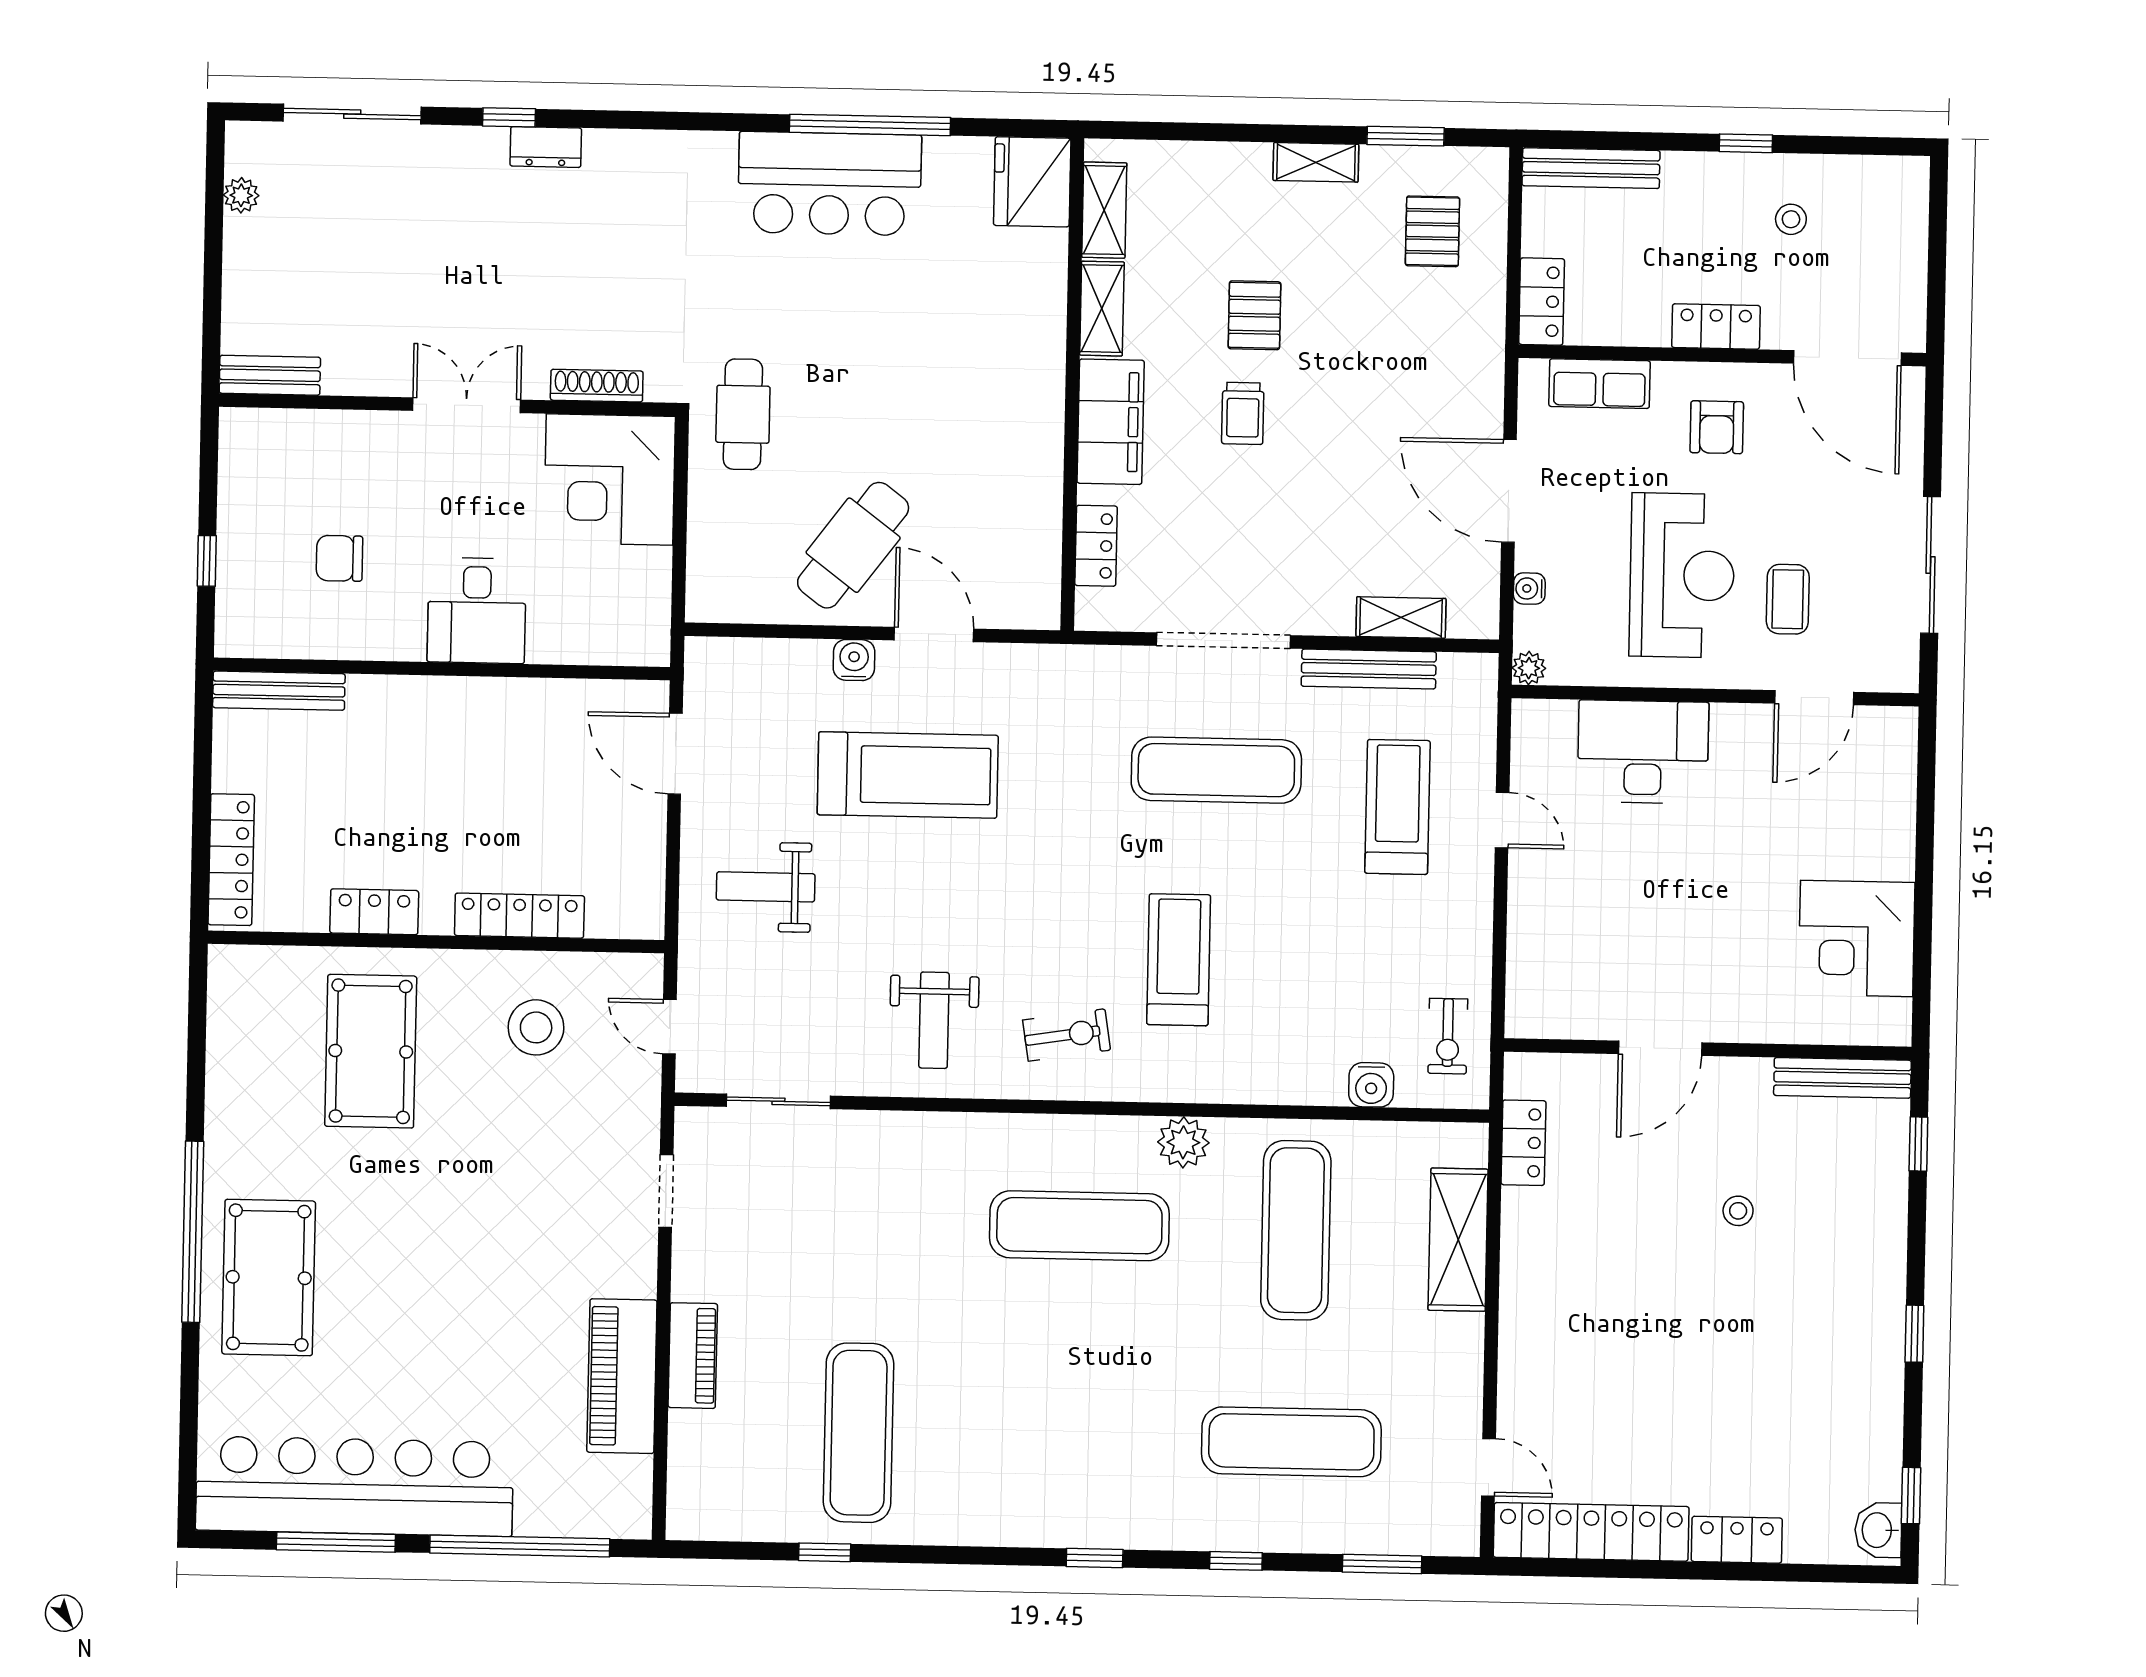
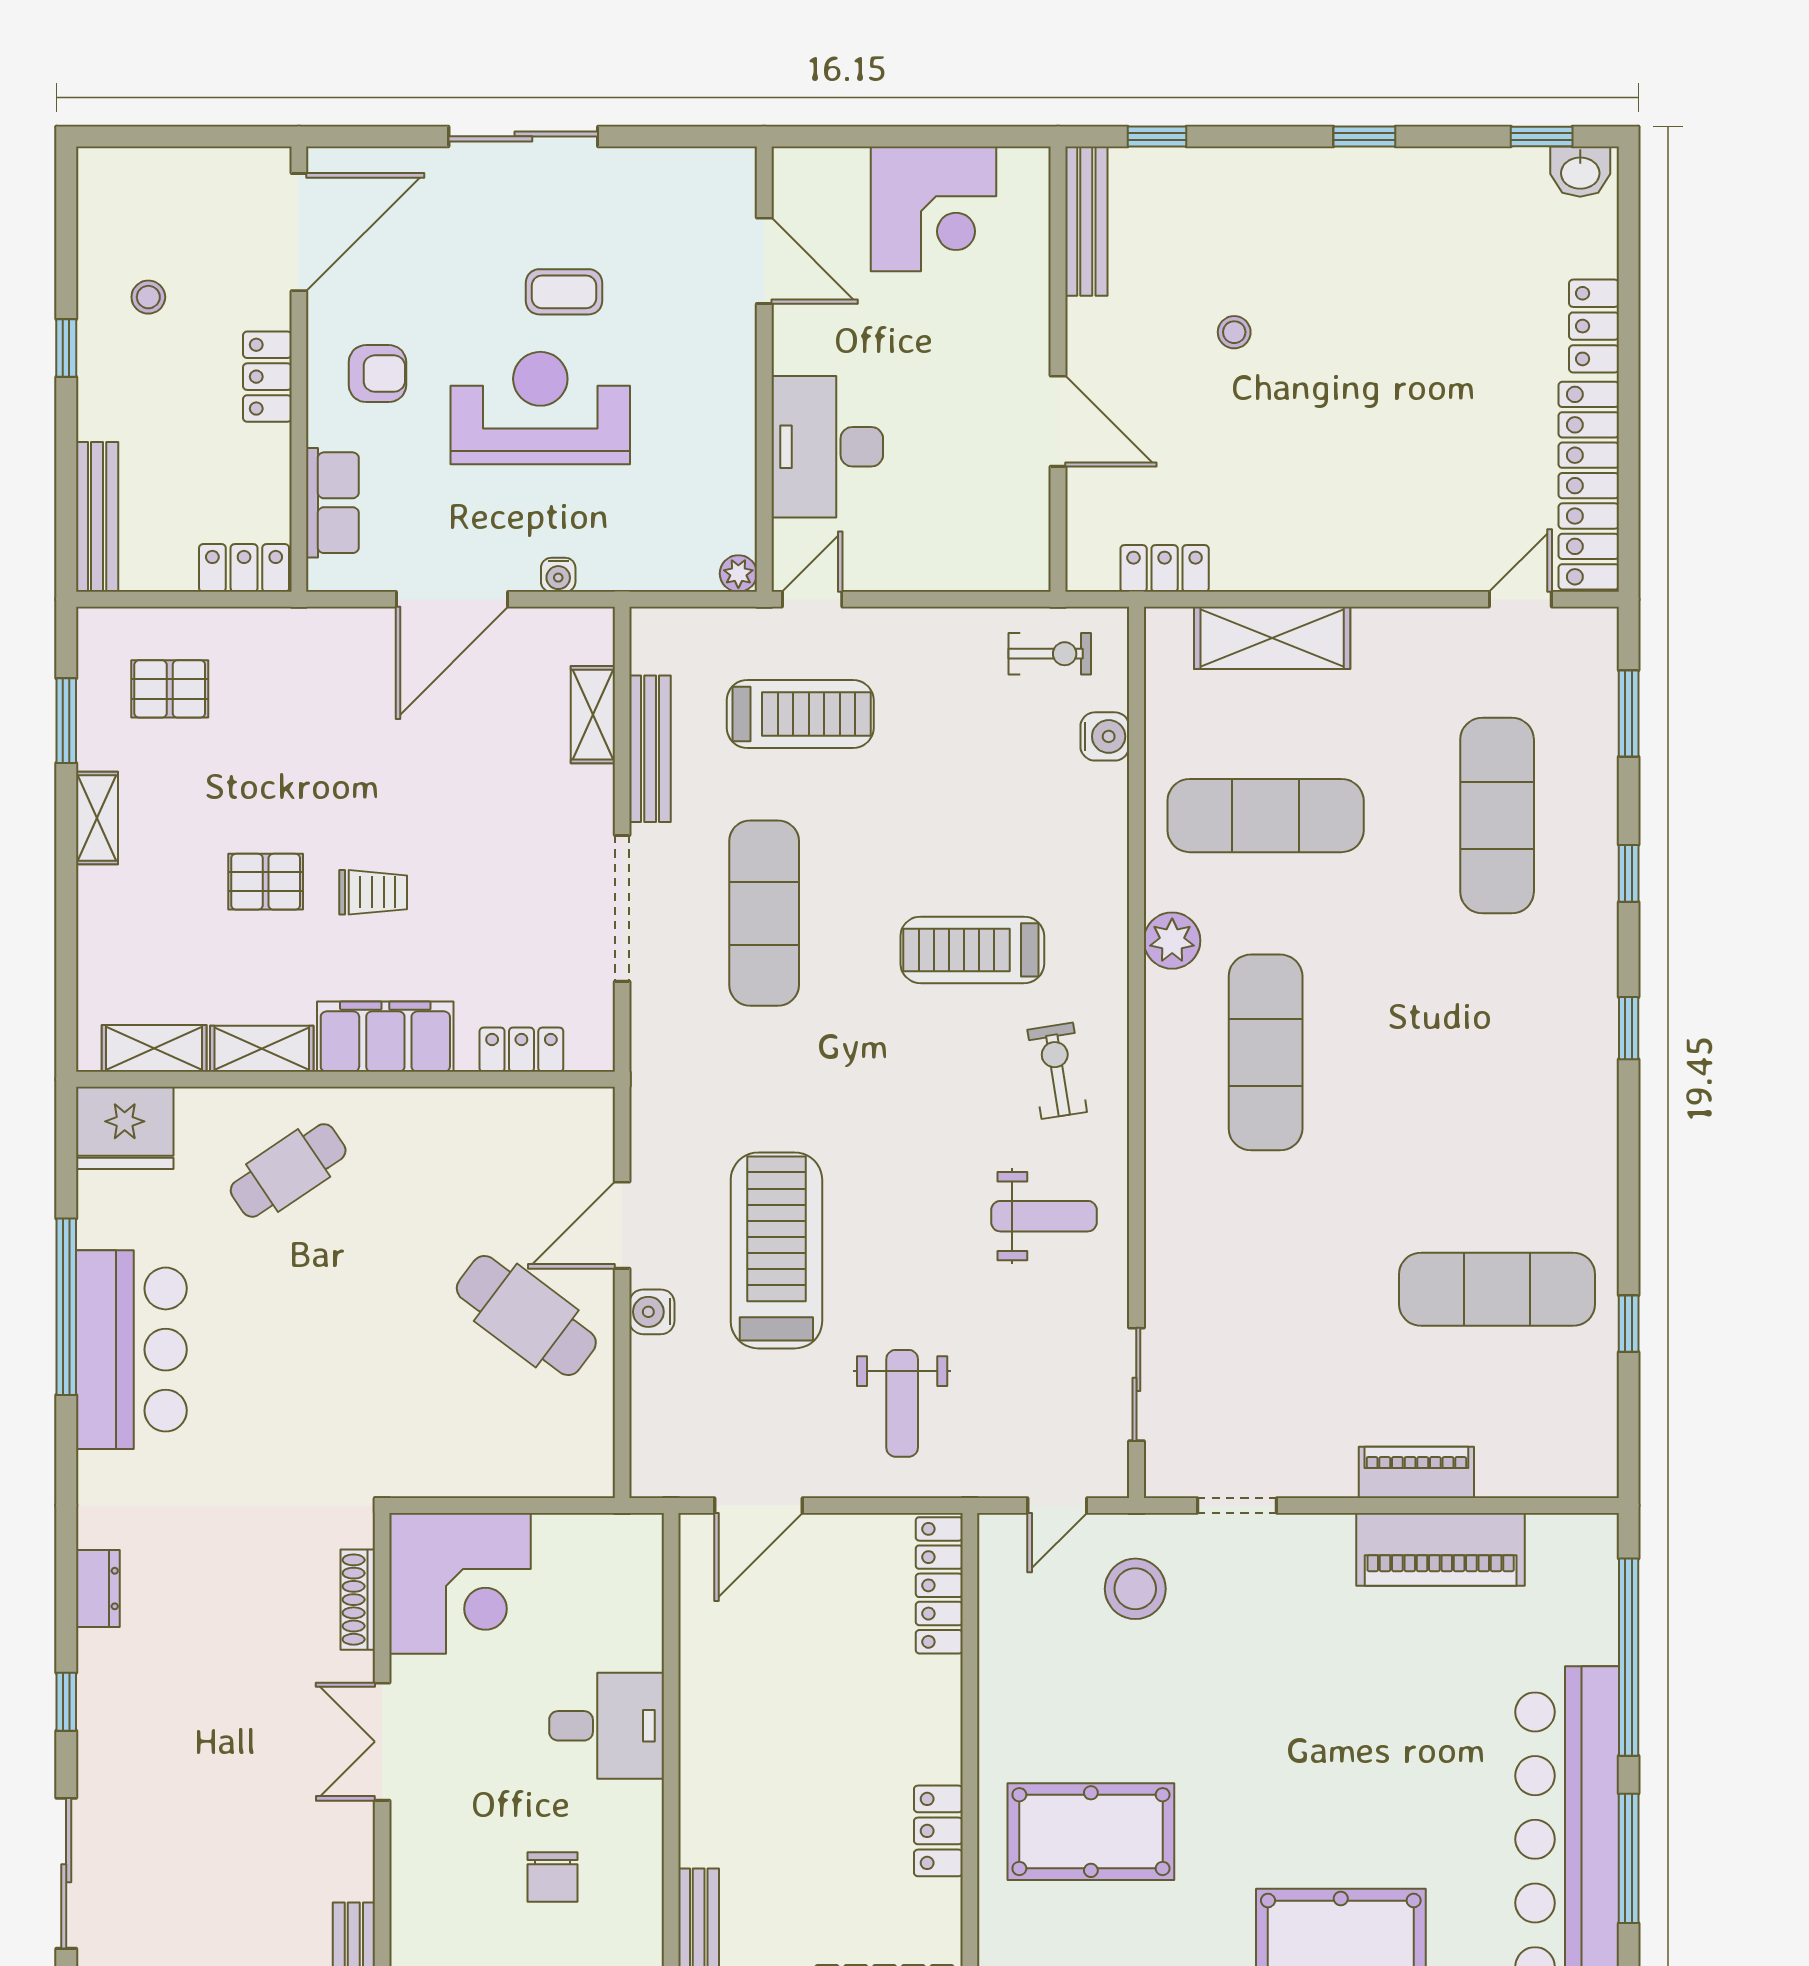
dresser: (546, 147) -> (98, 1589), moved
cafe table: (743, 414) -> (288, 1170), moved, turned -34
plant: (1529, 668) -> (738, 574), moved
wall: (1715, 696) -> (764, 369), moved
door: (1814, 698) -> (764, 261), moved
desk: (1643, 752) -> (827, 447), moved
treadmill: (1398, 807) -> (800, 714), turned 180
locker: (519, 916) -> (939, 1585), moved
stool: (536, 1027) -> (1135, 1589), moved

